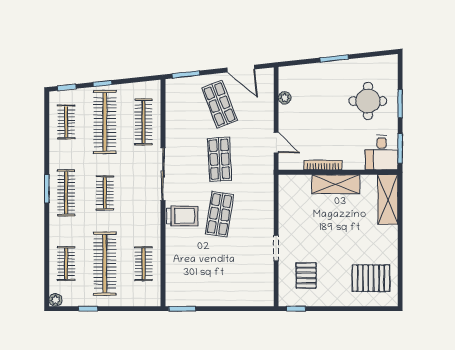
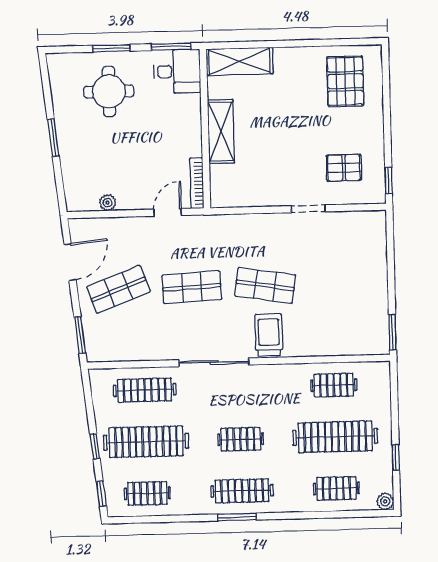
bookcase: (323, 165) -> (197, 183), moved

